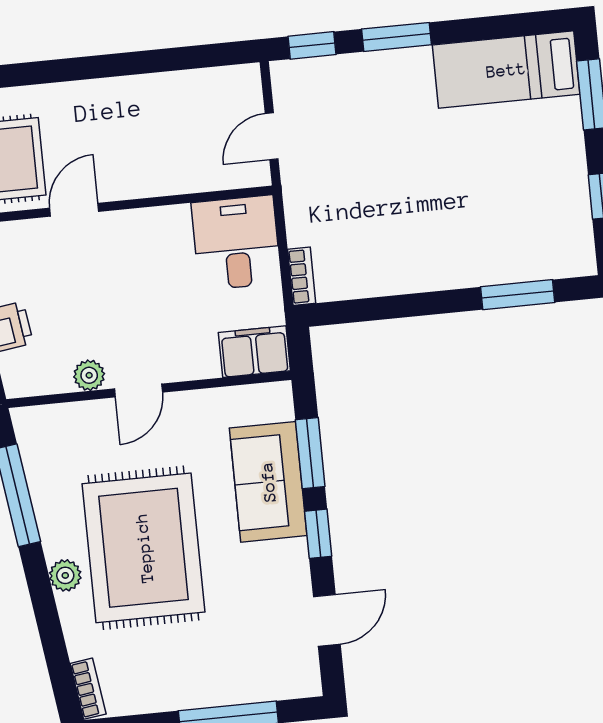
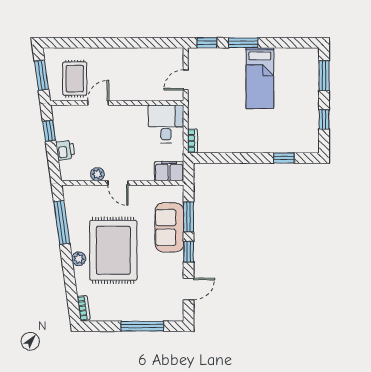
bed: (506, 70) -> (260, 78), moved, turned -90
window: (518, 295) -> (284, 158), width x0.67
door: (138, 391) -> (118, 183), hinge flipped

